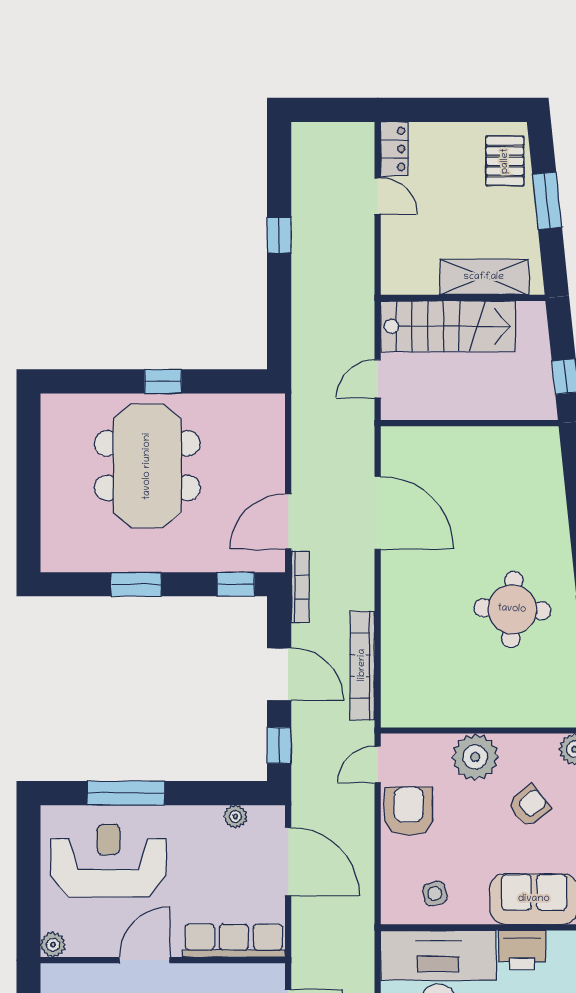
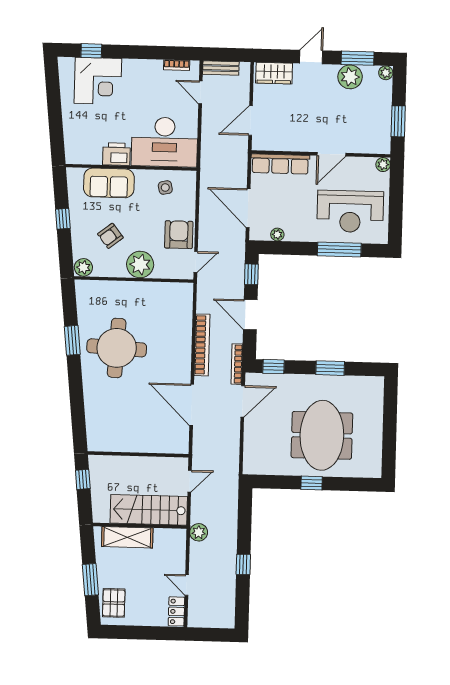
plant: (359, 289) -> (199, 532), added
round table: (512, 609) -> (117, 348), width x1.36, depth x1.36
bookcase: (362, 665) -> (202, 345), moved
armchair: (409, 811) -> (179, 235), turned 180

